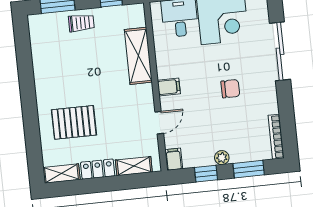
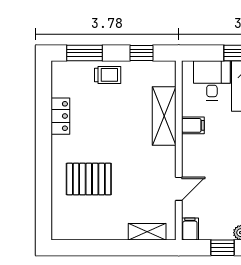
filing cabinet: (169, 87) -> (193, 125), moved
locker: (98, 169) -> (60, 116), moved, turned 90
shelving: (61, 174) -> (70, 232), removed

